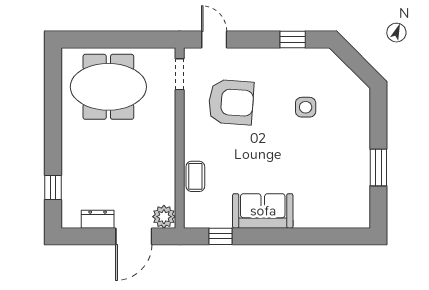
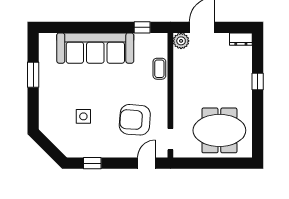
door: (214, 39) -> (146, 163), swing flipped
window: (53, 187) -> (258, 81), moved
sofa: (263, 211) -> (95, 48), width x1.85, depth x1.27
dresser: (98, 219) -> (241, 39), moved

